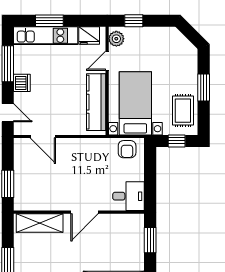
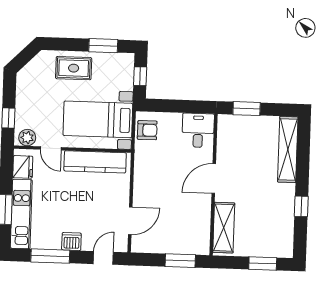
window: (204, 87) -> (103, 46), moved
rug: (183, 111) -> (74, 68), moved
door: (84, 212) -> (214, 179), swing flipped

